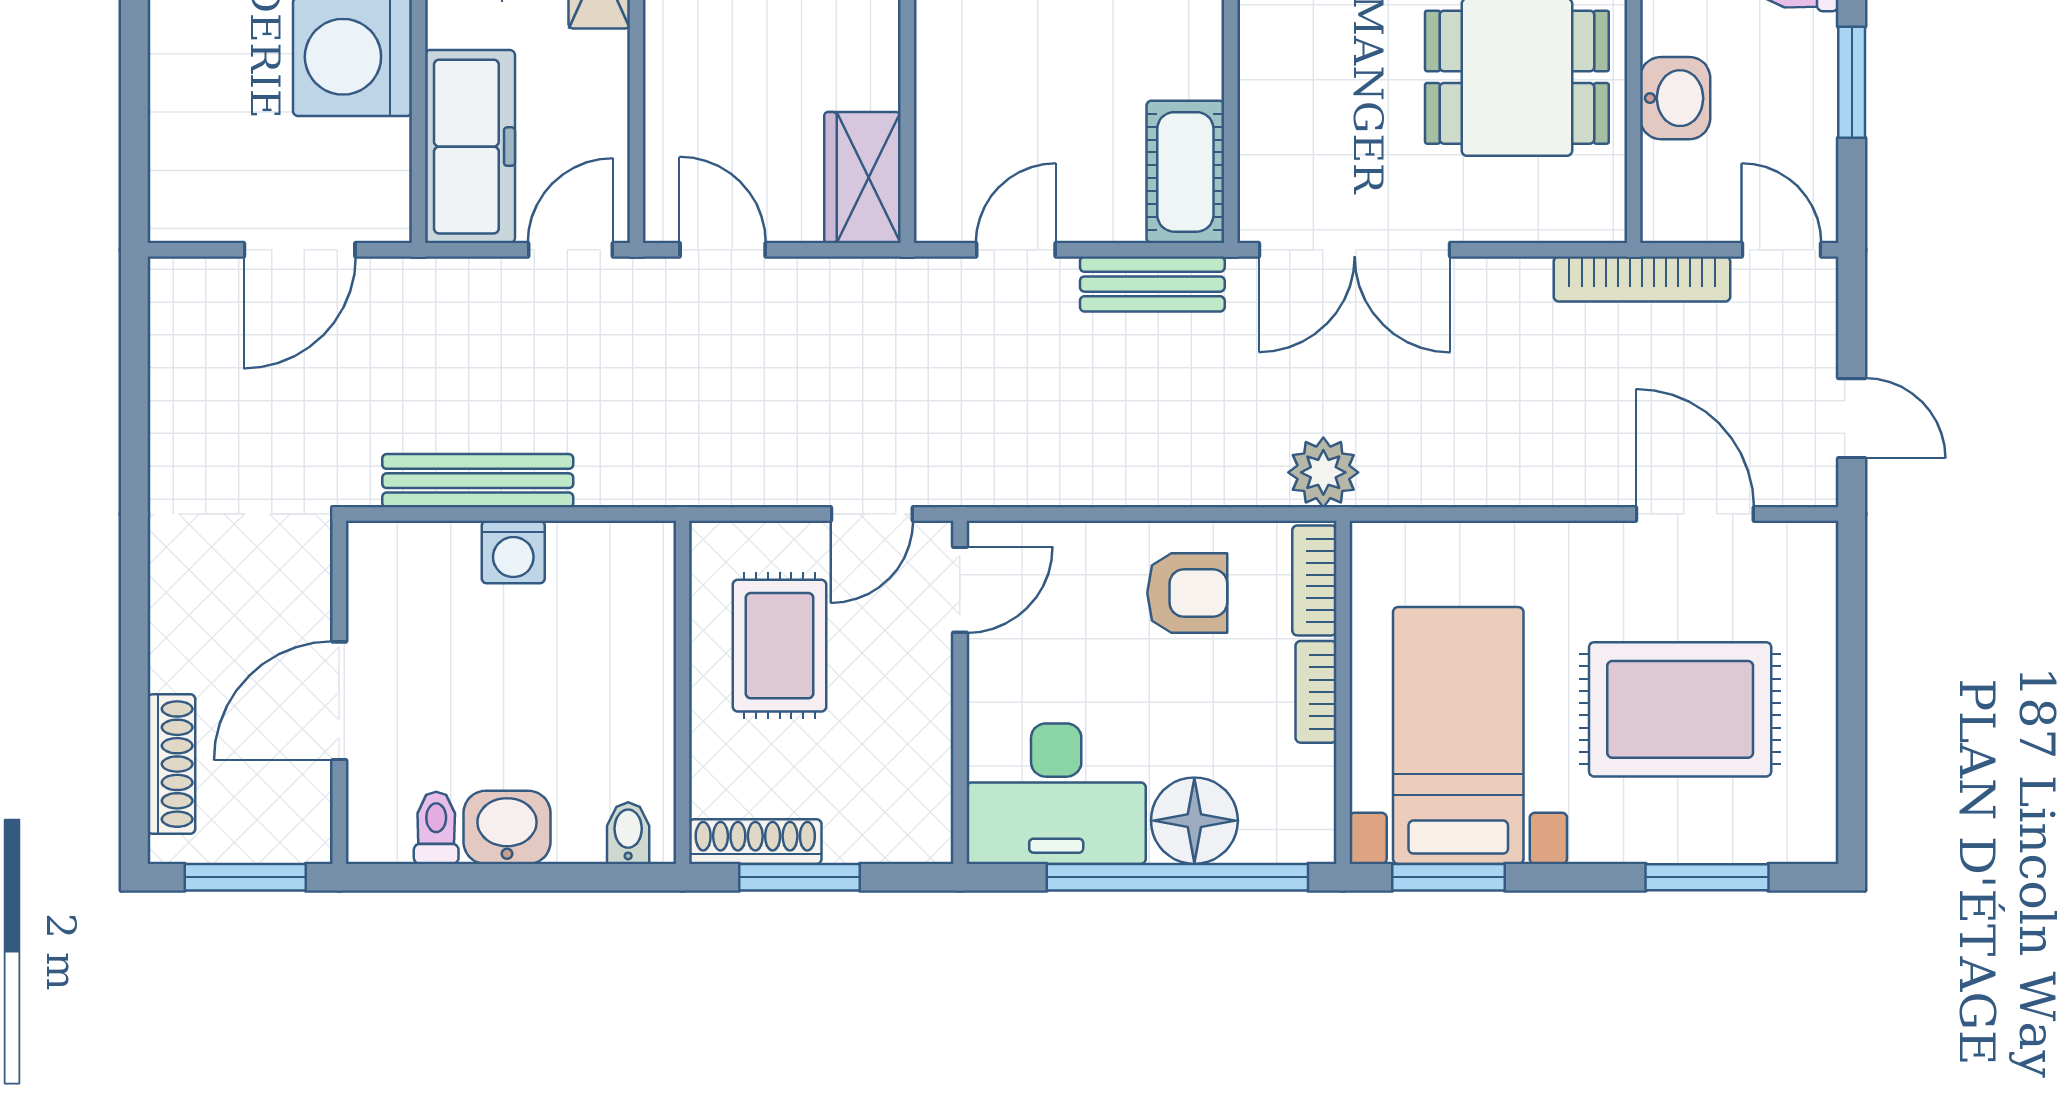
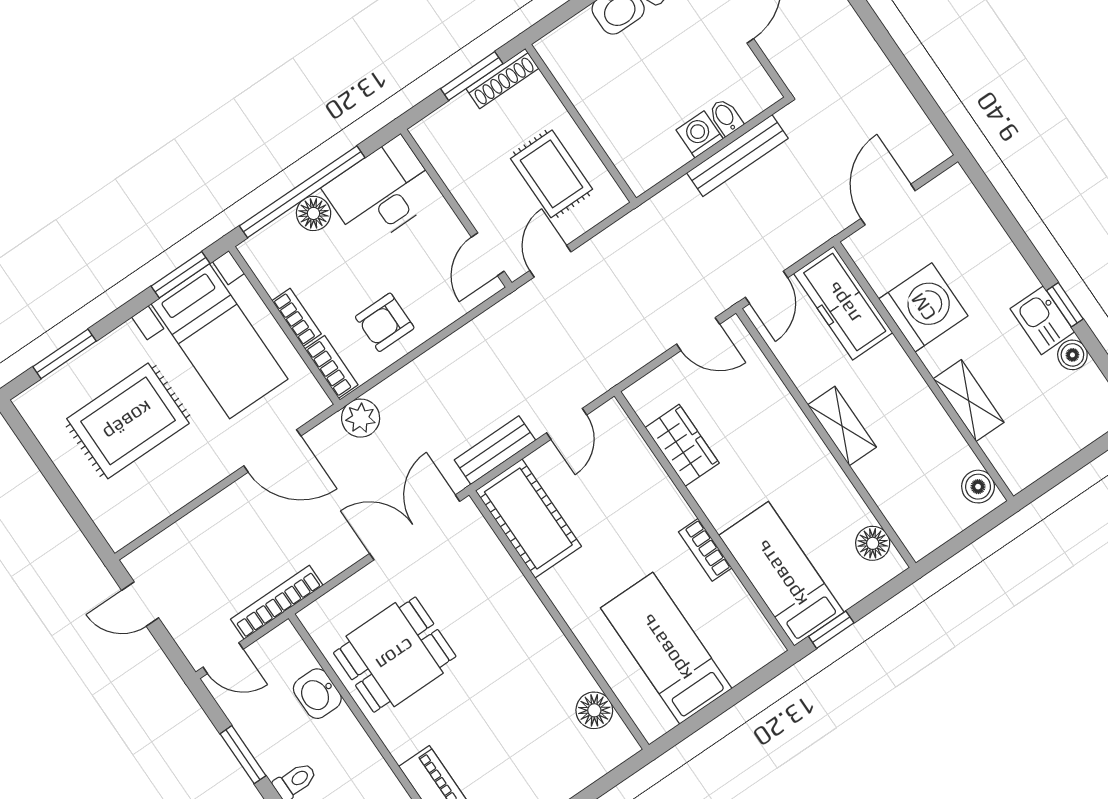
cot: (1185, 172) -> (528, 518), width x1.37, depth x1.34
wardrobe: (862, 178) -> (682, 445), moved
door: (1695, 514) -> (272, 451), moved
floor lamp: (1194, 821) -> (314, 213), width x0.73, depth x0.73
bidet: (628, 833) -> (726, 117), moved, turned 180

